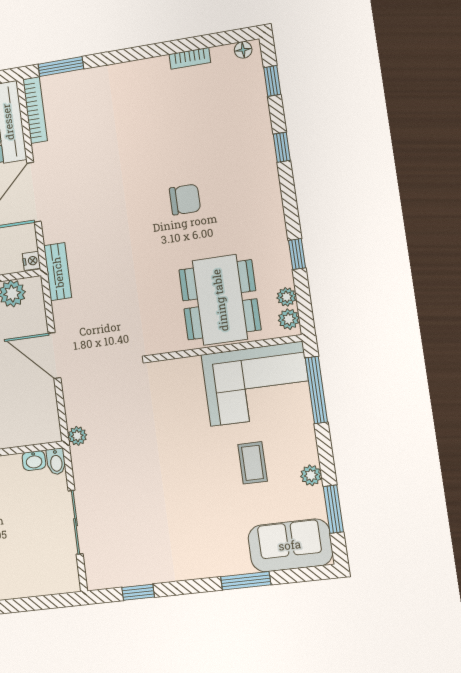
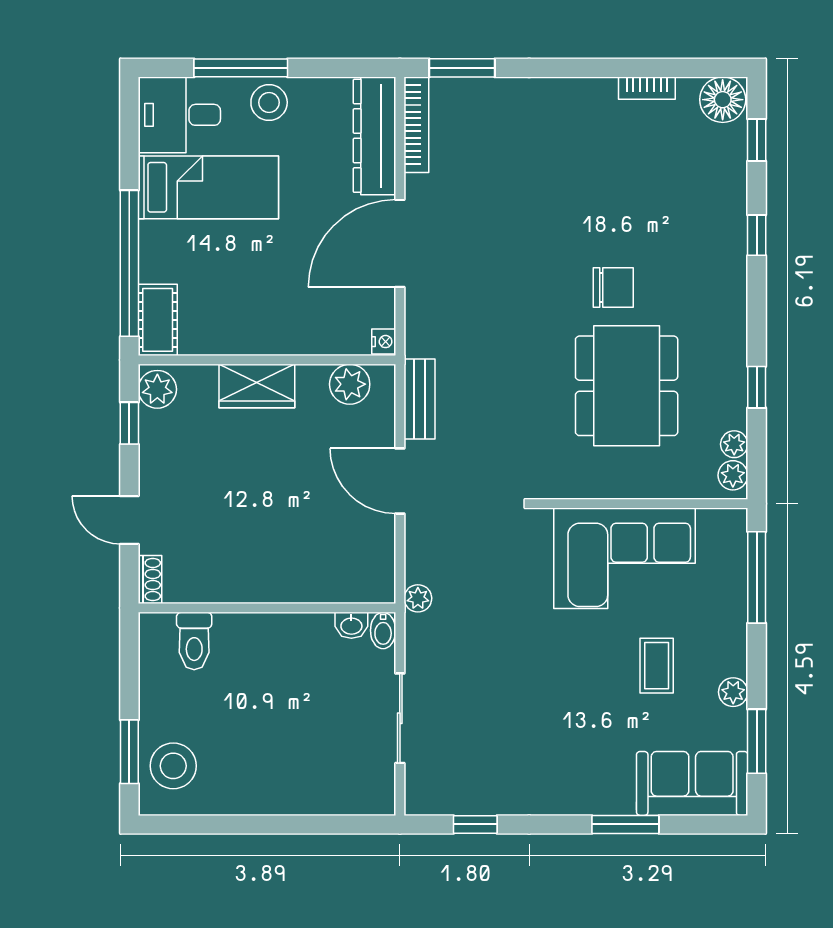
floor lamp: (243, 50) -> (723, 100), width x1.89, depth x1.89
bench: (58, 272) -> (419, 399), moved
dining table: (220, 300) -> (627, 386), moved
corner sofa: (257, 384) -> (625, 558), moved

